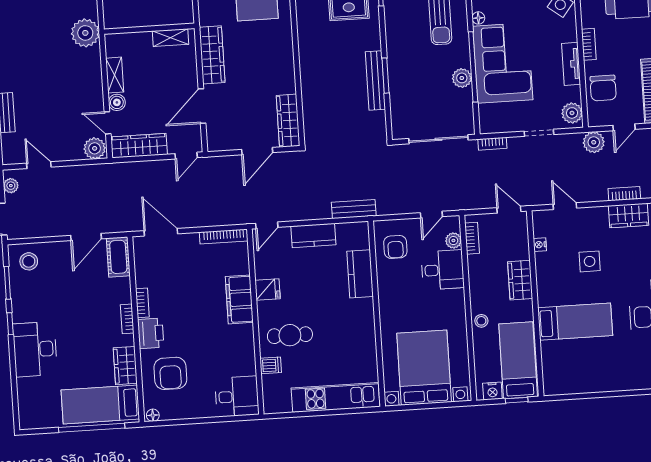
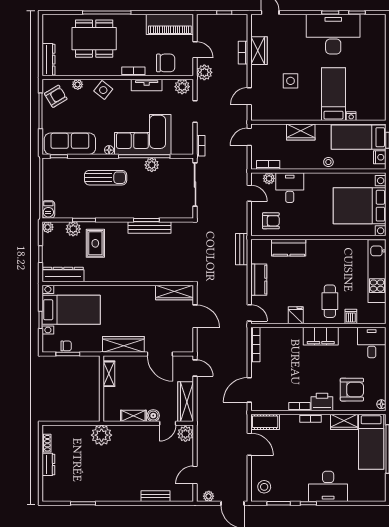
nightstand: (540, 245) -> (351, 116), moved
filing cabinet: (239, 299) -> (321, 336), moved

